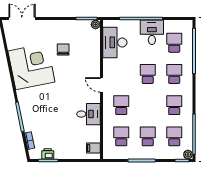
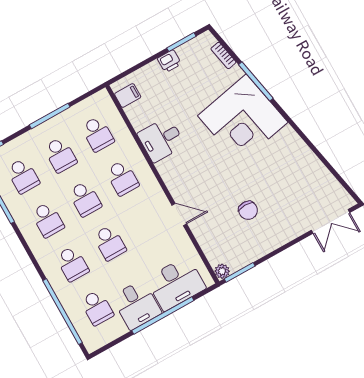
desk: (115, 42) -> (176, 283), moved, turned 90
corner desk: (31, 66) -> (243, 119), moved
door: (101, 85) -> (179, 214), moved
school desk: (148, 105) -> (85, 199), added
printer: (48, 154) -> (169, 61), moved

